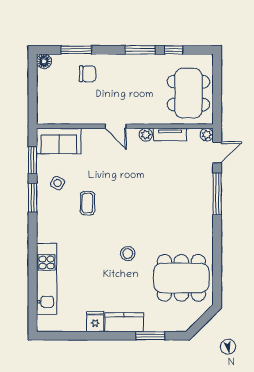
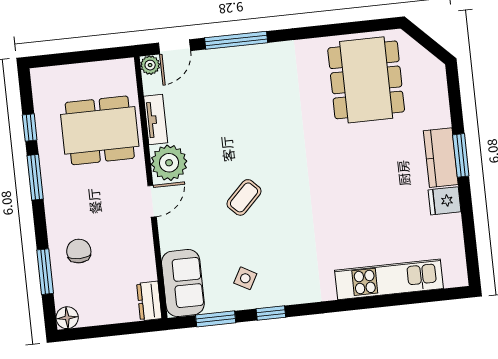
dining table: (188, 93) -> (100, 130), moved
dresser: (49, 117) -> (149, 301), added
plant: (146, 135) -> (169, 163), width x1.87, depth x1.87
door: (217, 152) -> (175, 47), swing flipped
window: (33, 198) -> (271, 313), width x0.67
coffee table: (87, 203) -> (244, 197), moved, turned -45
stool: (128, 254) -> (339, 163), removed
window: (150, 336) -> (461, 155), moved

